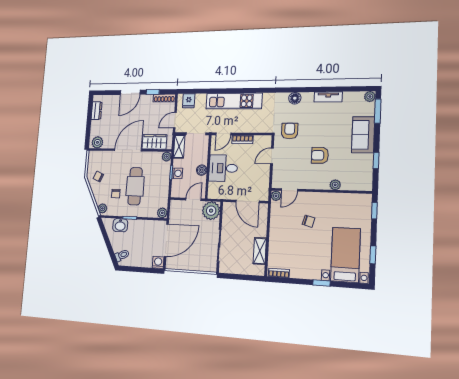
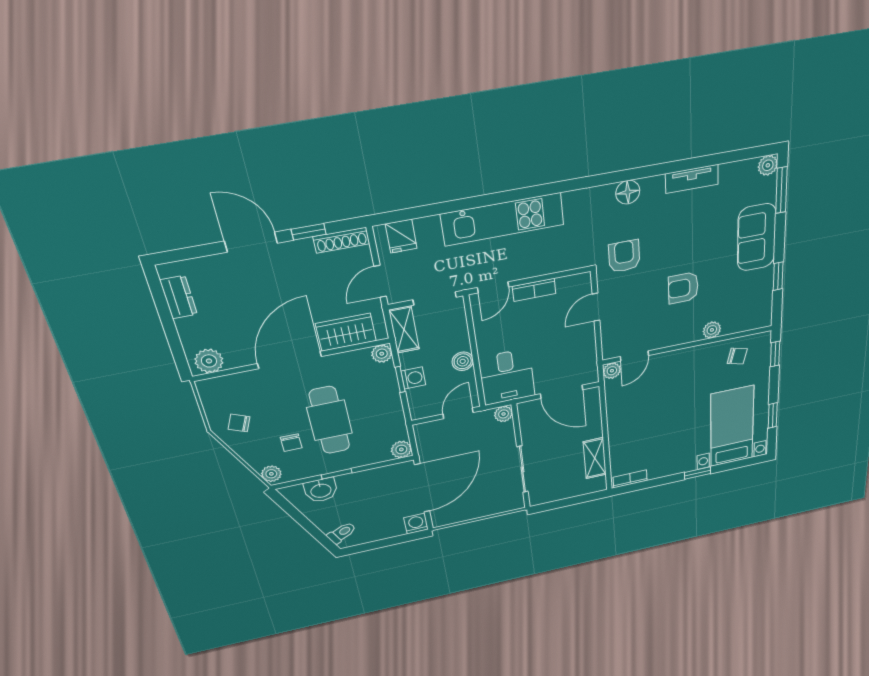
door: (130, 92) -> (251, 242), swing flipped
desk: (223, 168) -> (507, 377), moved, turned -90
plant: (211, 211) -> (504, 414), width x0.53, depth x0.53
chair: (309, 221) -> (737, 356), moved

